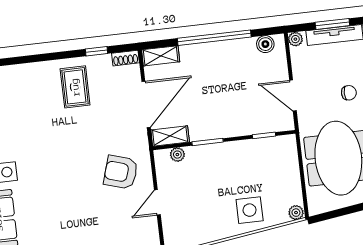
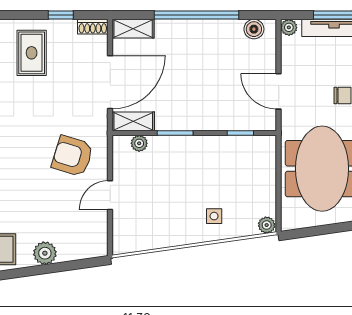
side table: (250, 210) -> (214, 216), width x0.54, depth x0.54

